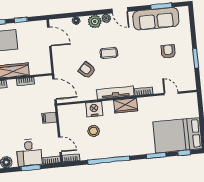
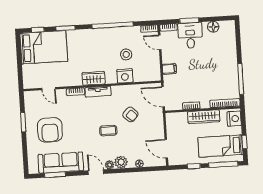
armchair: (168, 51) -> (50, 130), width x1.88, depth x1.88
tv unit: (116, 93) -> (98, 92), width x0.71

